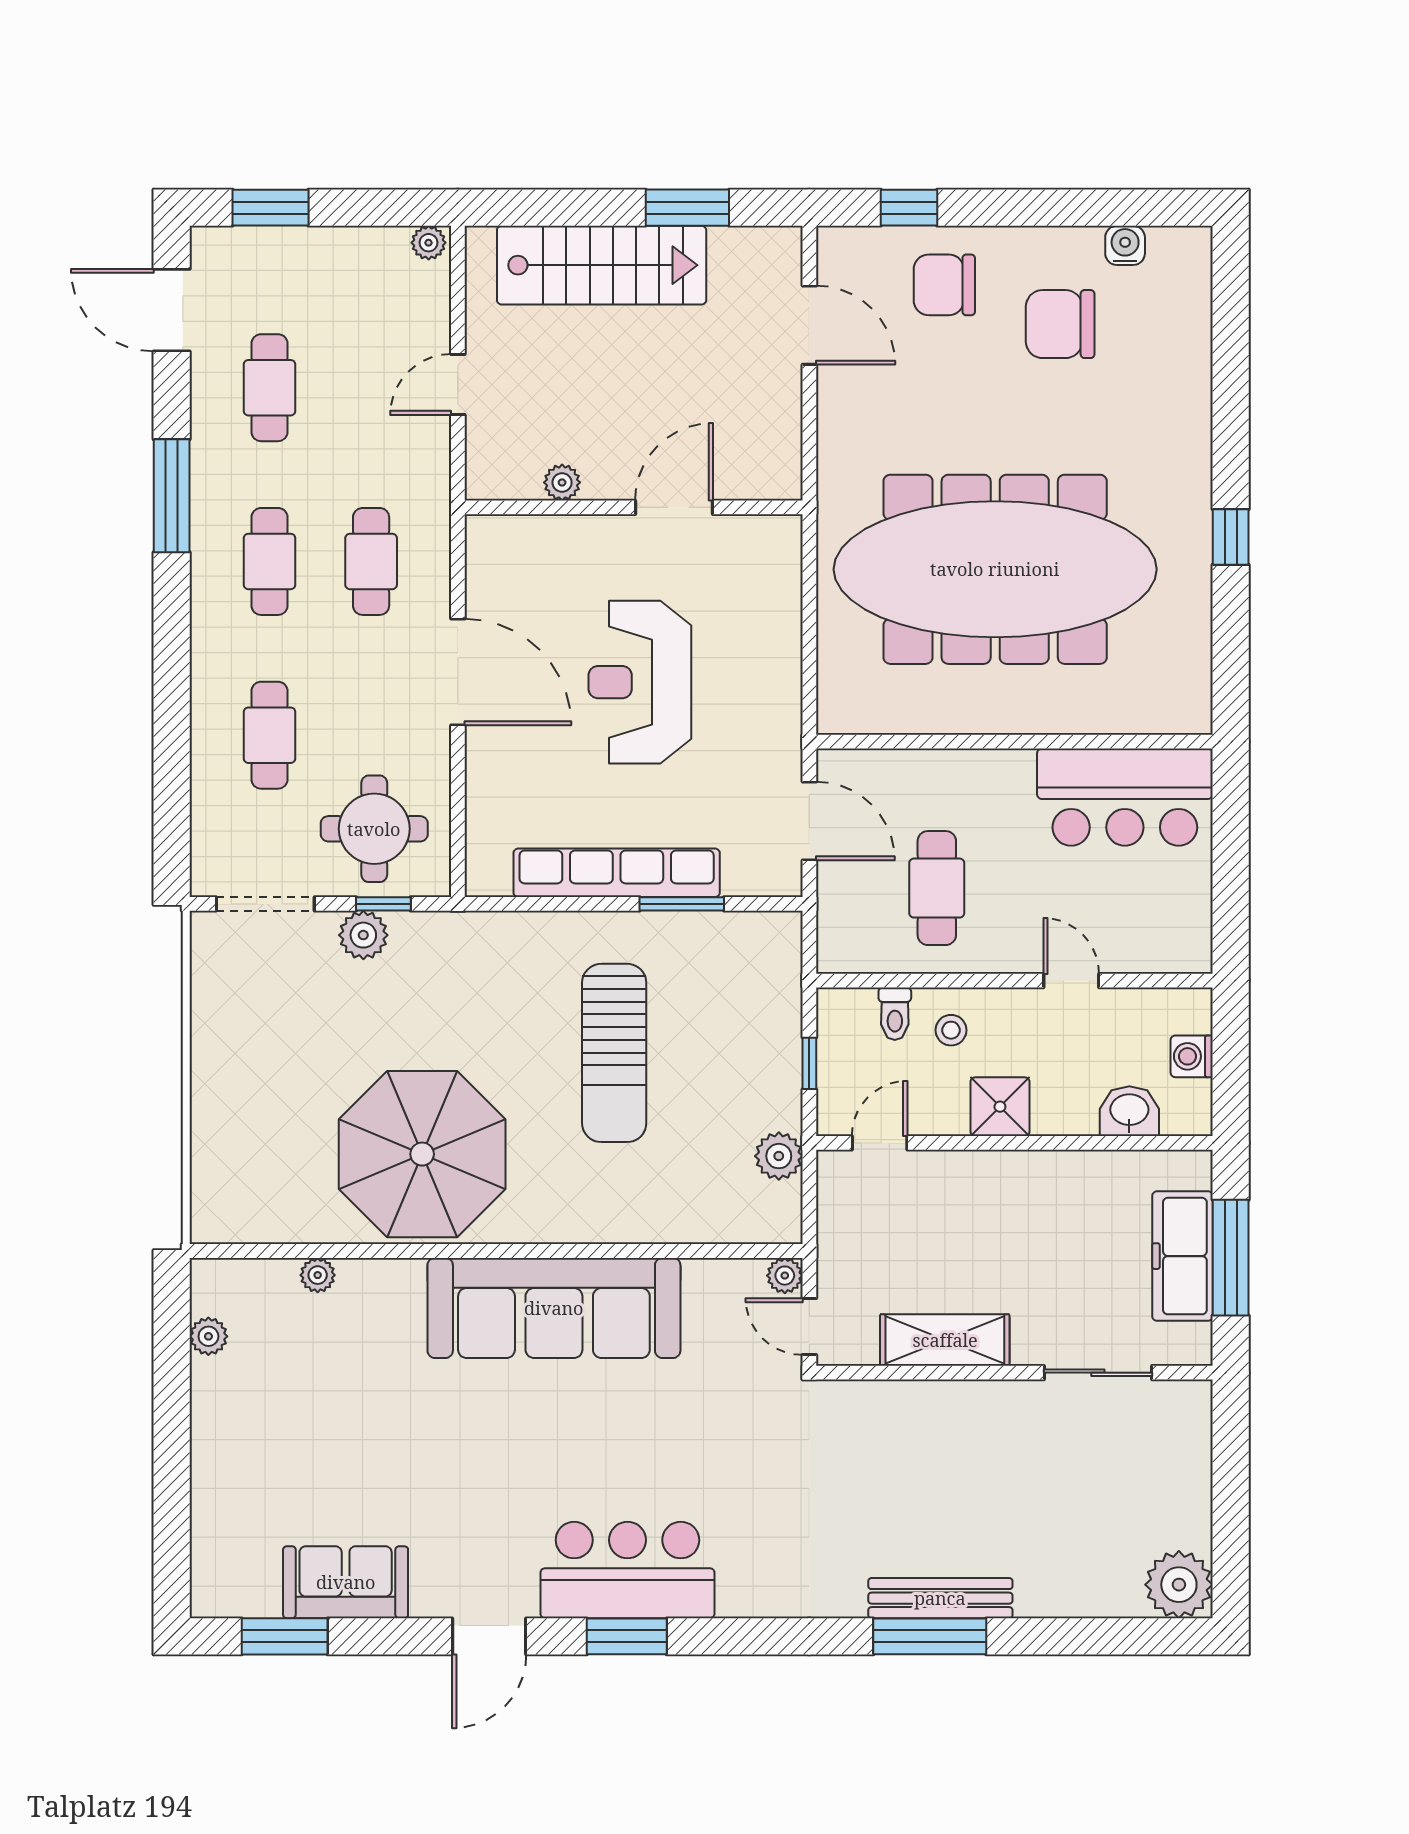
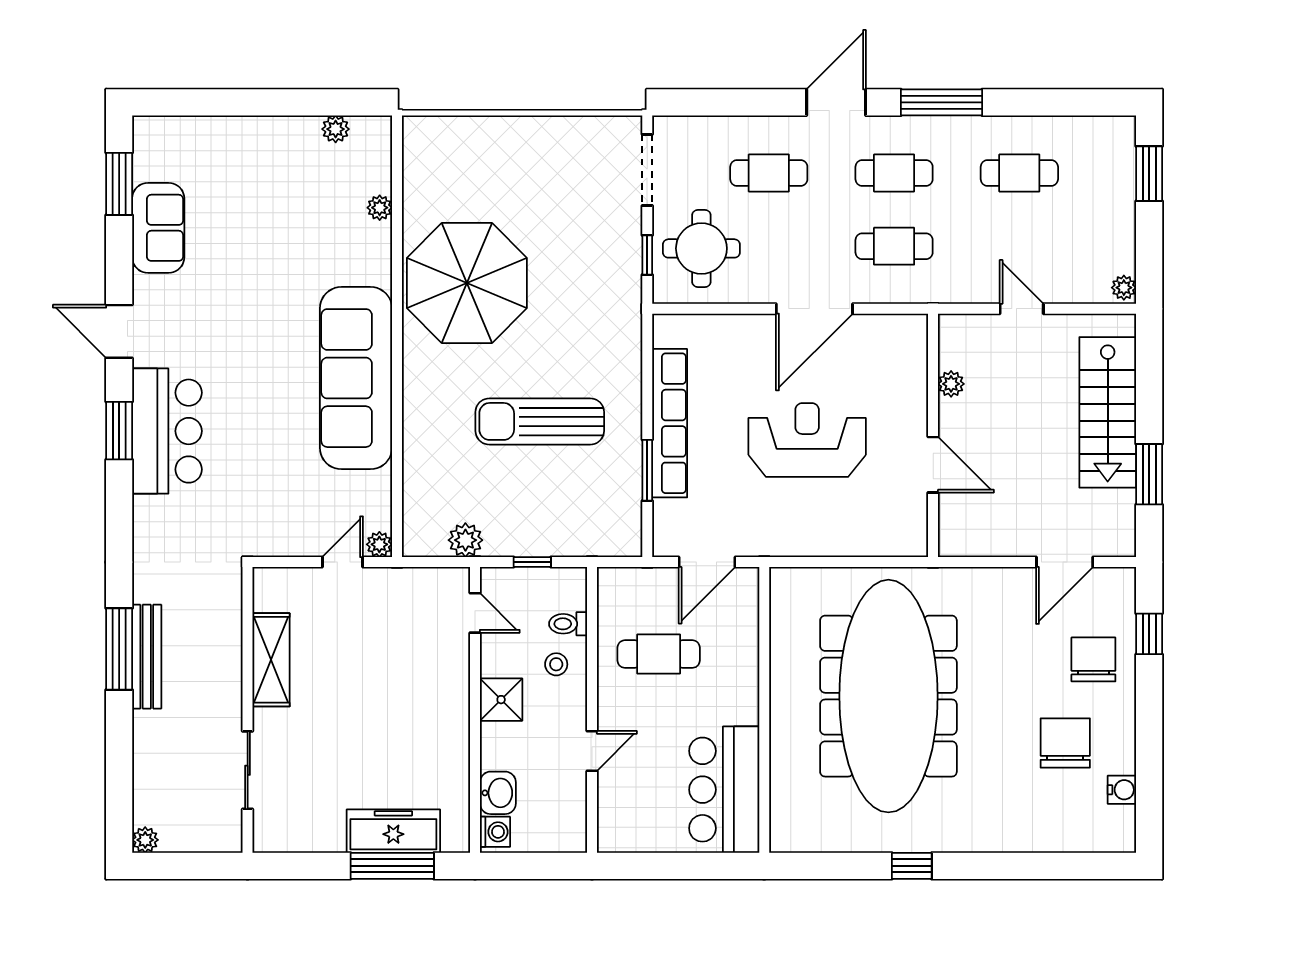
door: (172, 310) -> (836, 102), moved
plant: (363, 935) -> (625, 241), removed
washing machine: (1192, 1056) -> (495, 832), moved, turned 90
shelving: (945, 1340) -> (271, 660), moved
wall: (1014, 1373) -> (248, 710), moved
sliding door: (1098, 1373) -> (248, 770), moved
plant: (1179, 1585) -> (145, 840), width x0.53, depth x0.53

